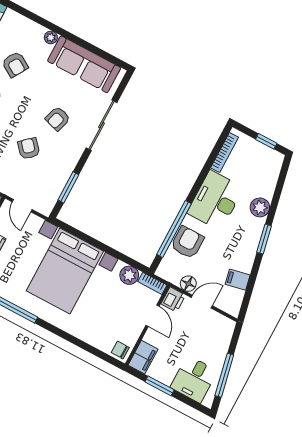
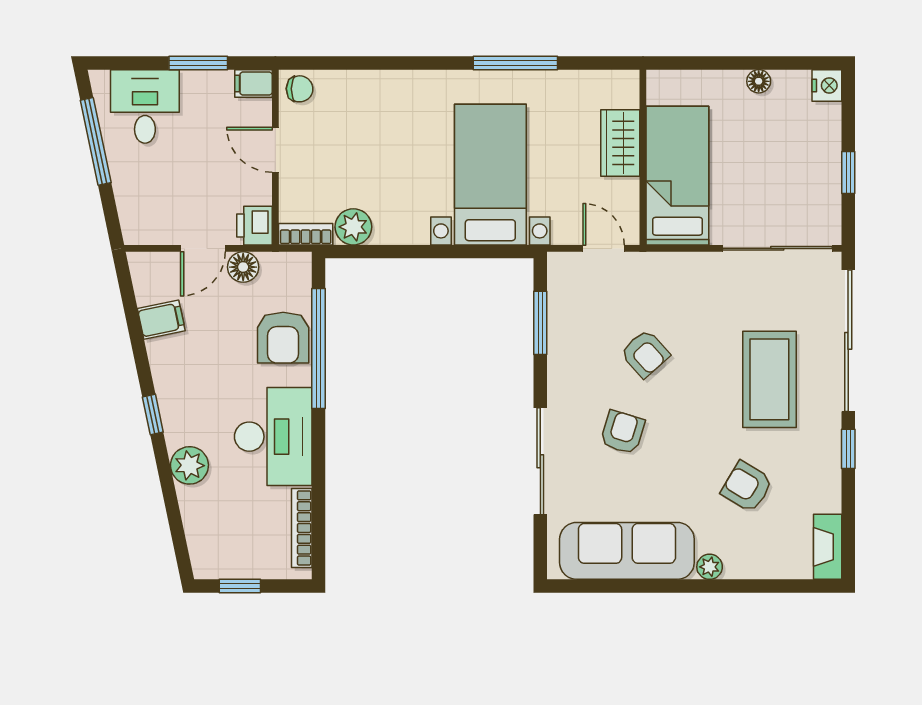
window: (264, 239) -> (153, 415), width x0.67
bed with nightstands: (65, 271) -> (490, 175), width x0.73
door: (152, 316) -> (275, 150), moved
filing cabinet: (143, 357) -> (253, 83), width x0.50

